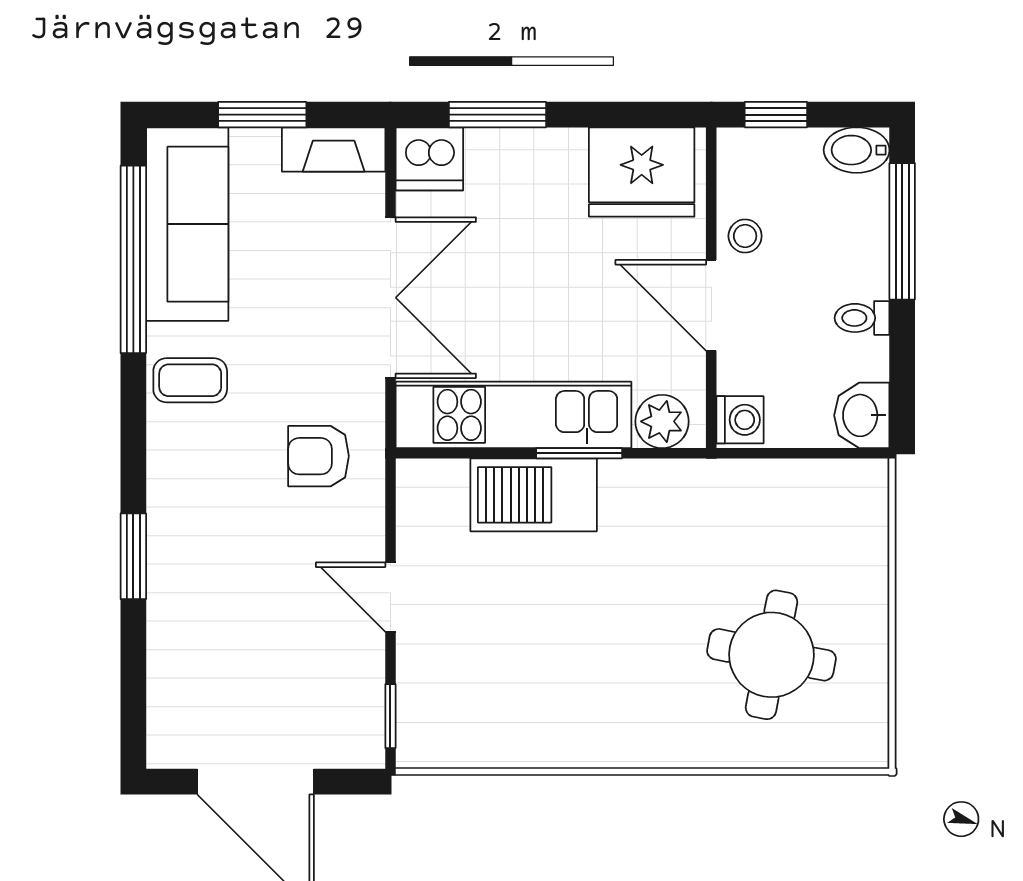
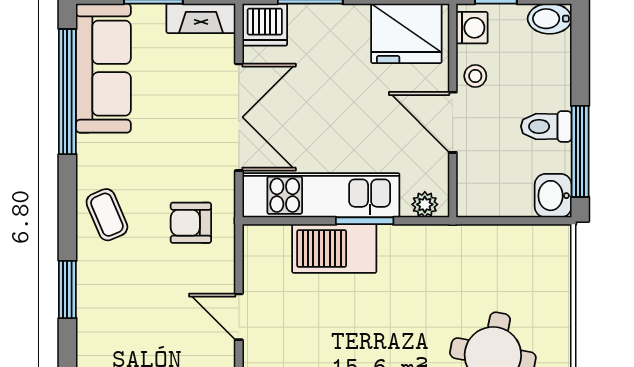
window: (902, 231) -> (580, 151), moved
toilet: (862, 318) -> (546, 126), width x1.37, depth x1.39
coffee table: (190, 380) -> (107, 215), moved, turned 67
washing machine: (740, 420) -> (472, 28), moved
plant: (662, 421) -> (425, 204), width x0.73, depth x0.73

